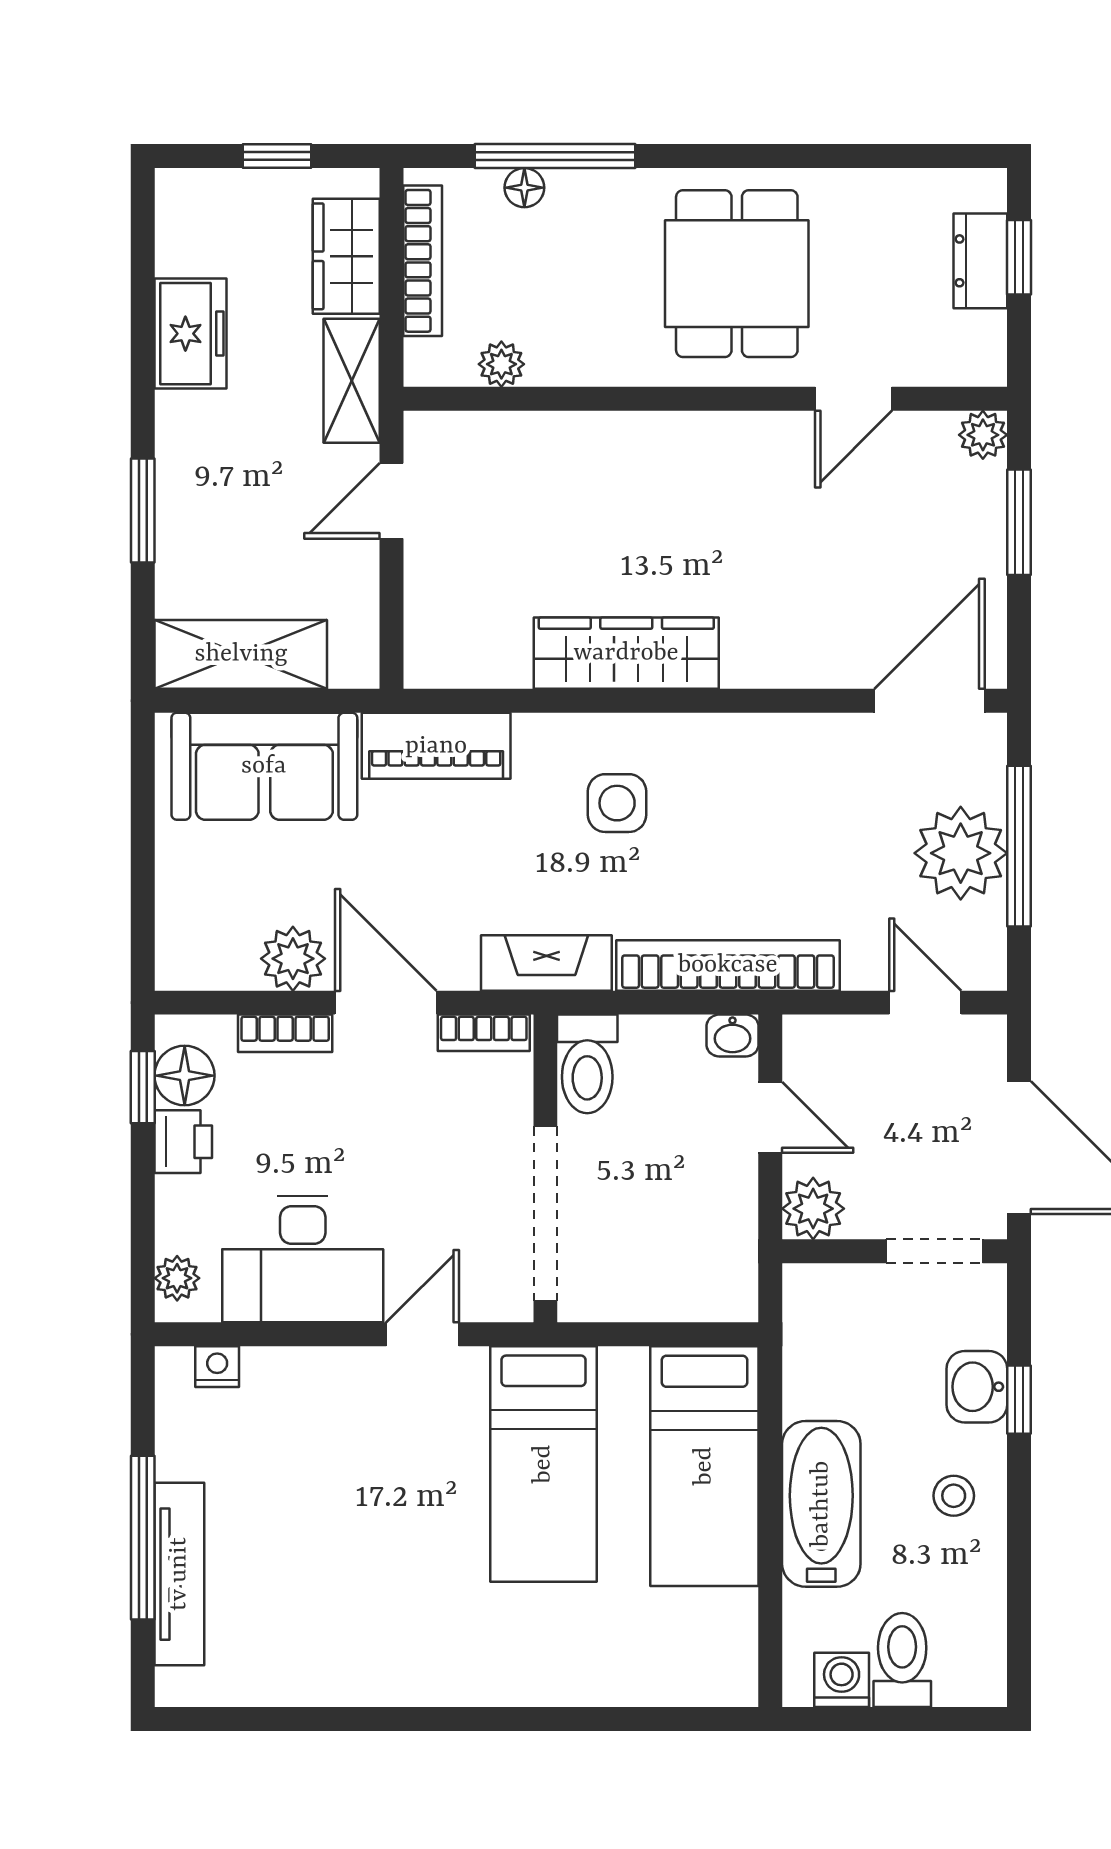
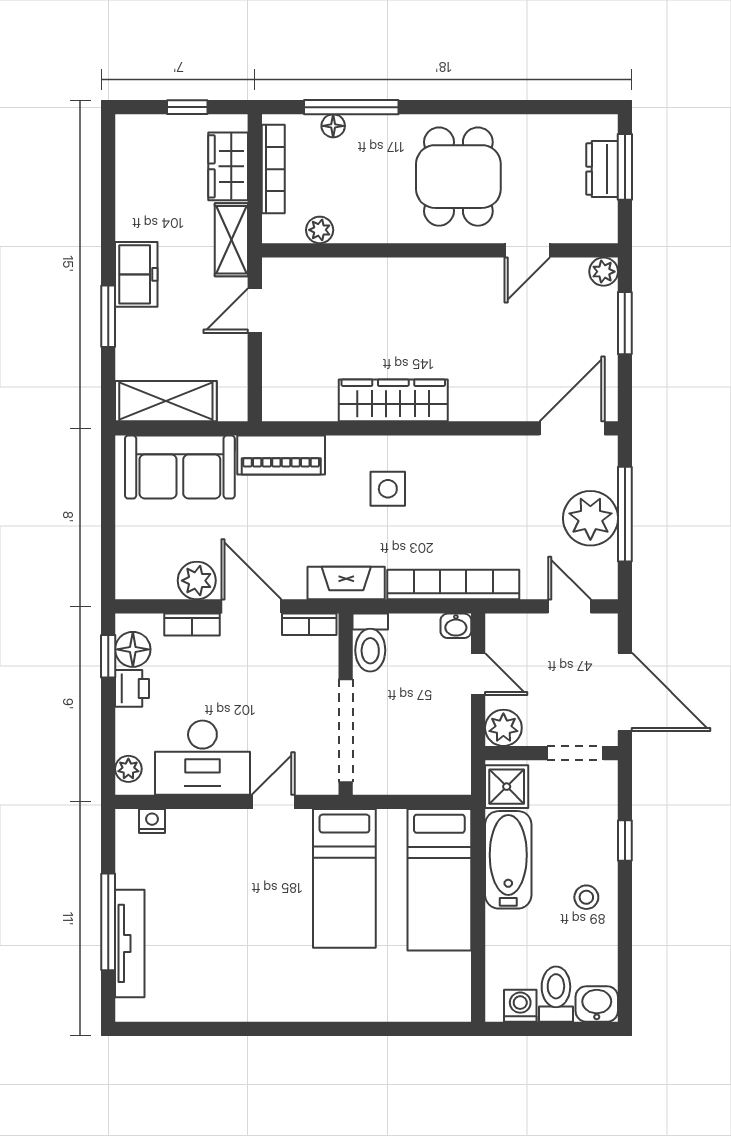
window: (1019, 257) -> (625, 167), width x1.50
freezer: (190, 334) -> (136, 274), moved
shower: (819, 1308) -> (507, 787), added
washbasin: (977, 1387) -> (597, 1004), moved, turned 90
bathtub: (821, 1504) -> (508, 860), moved

